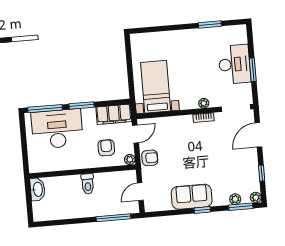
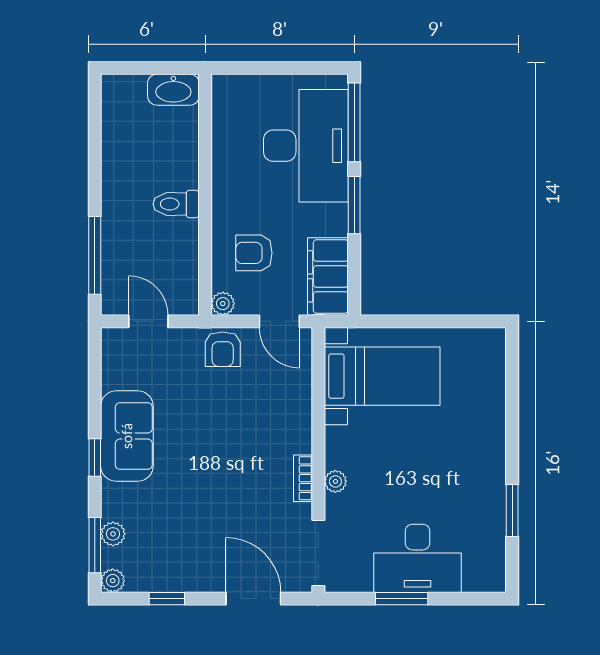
armchair: (106, 148) -> (254, 253), turned 180

